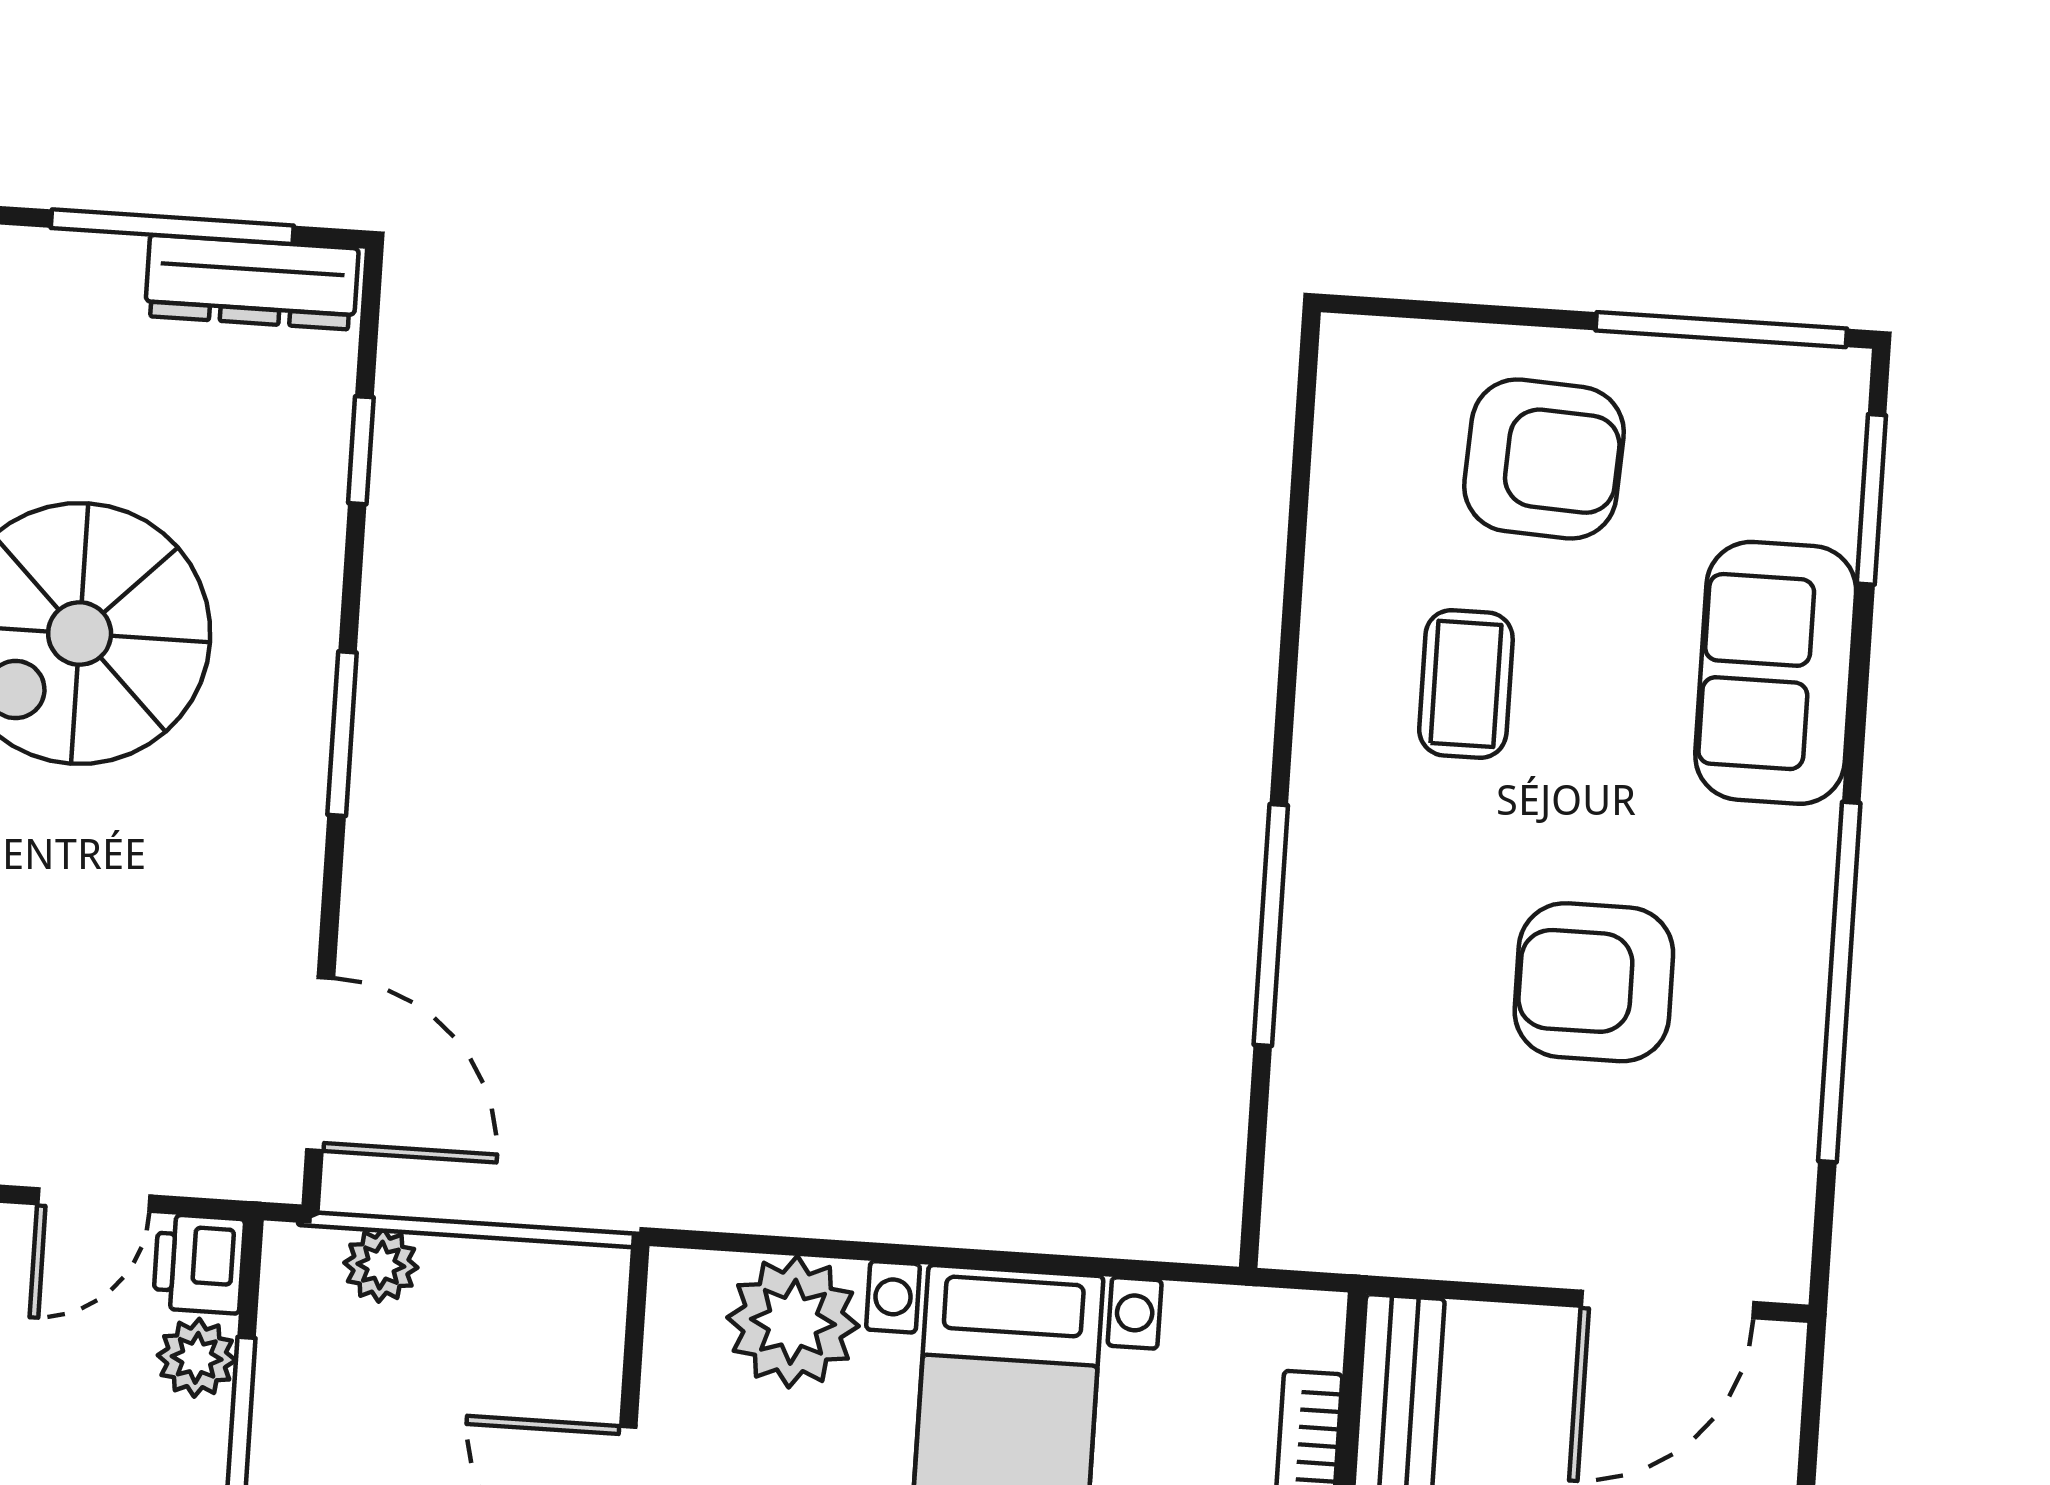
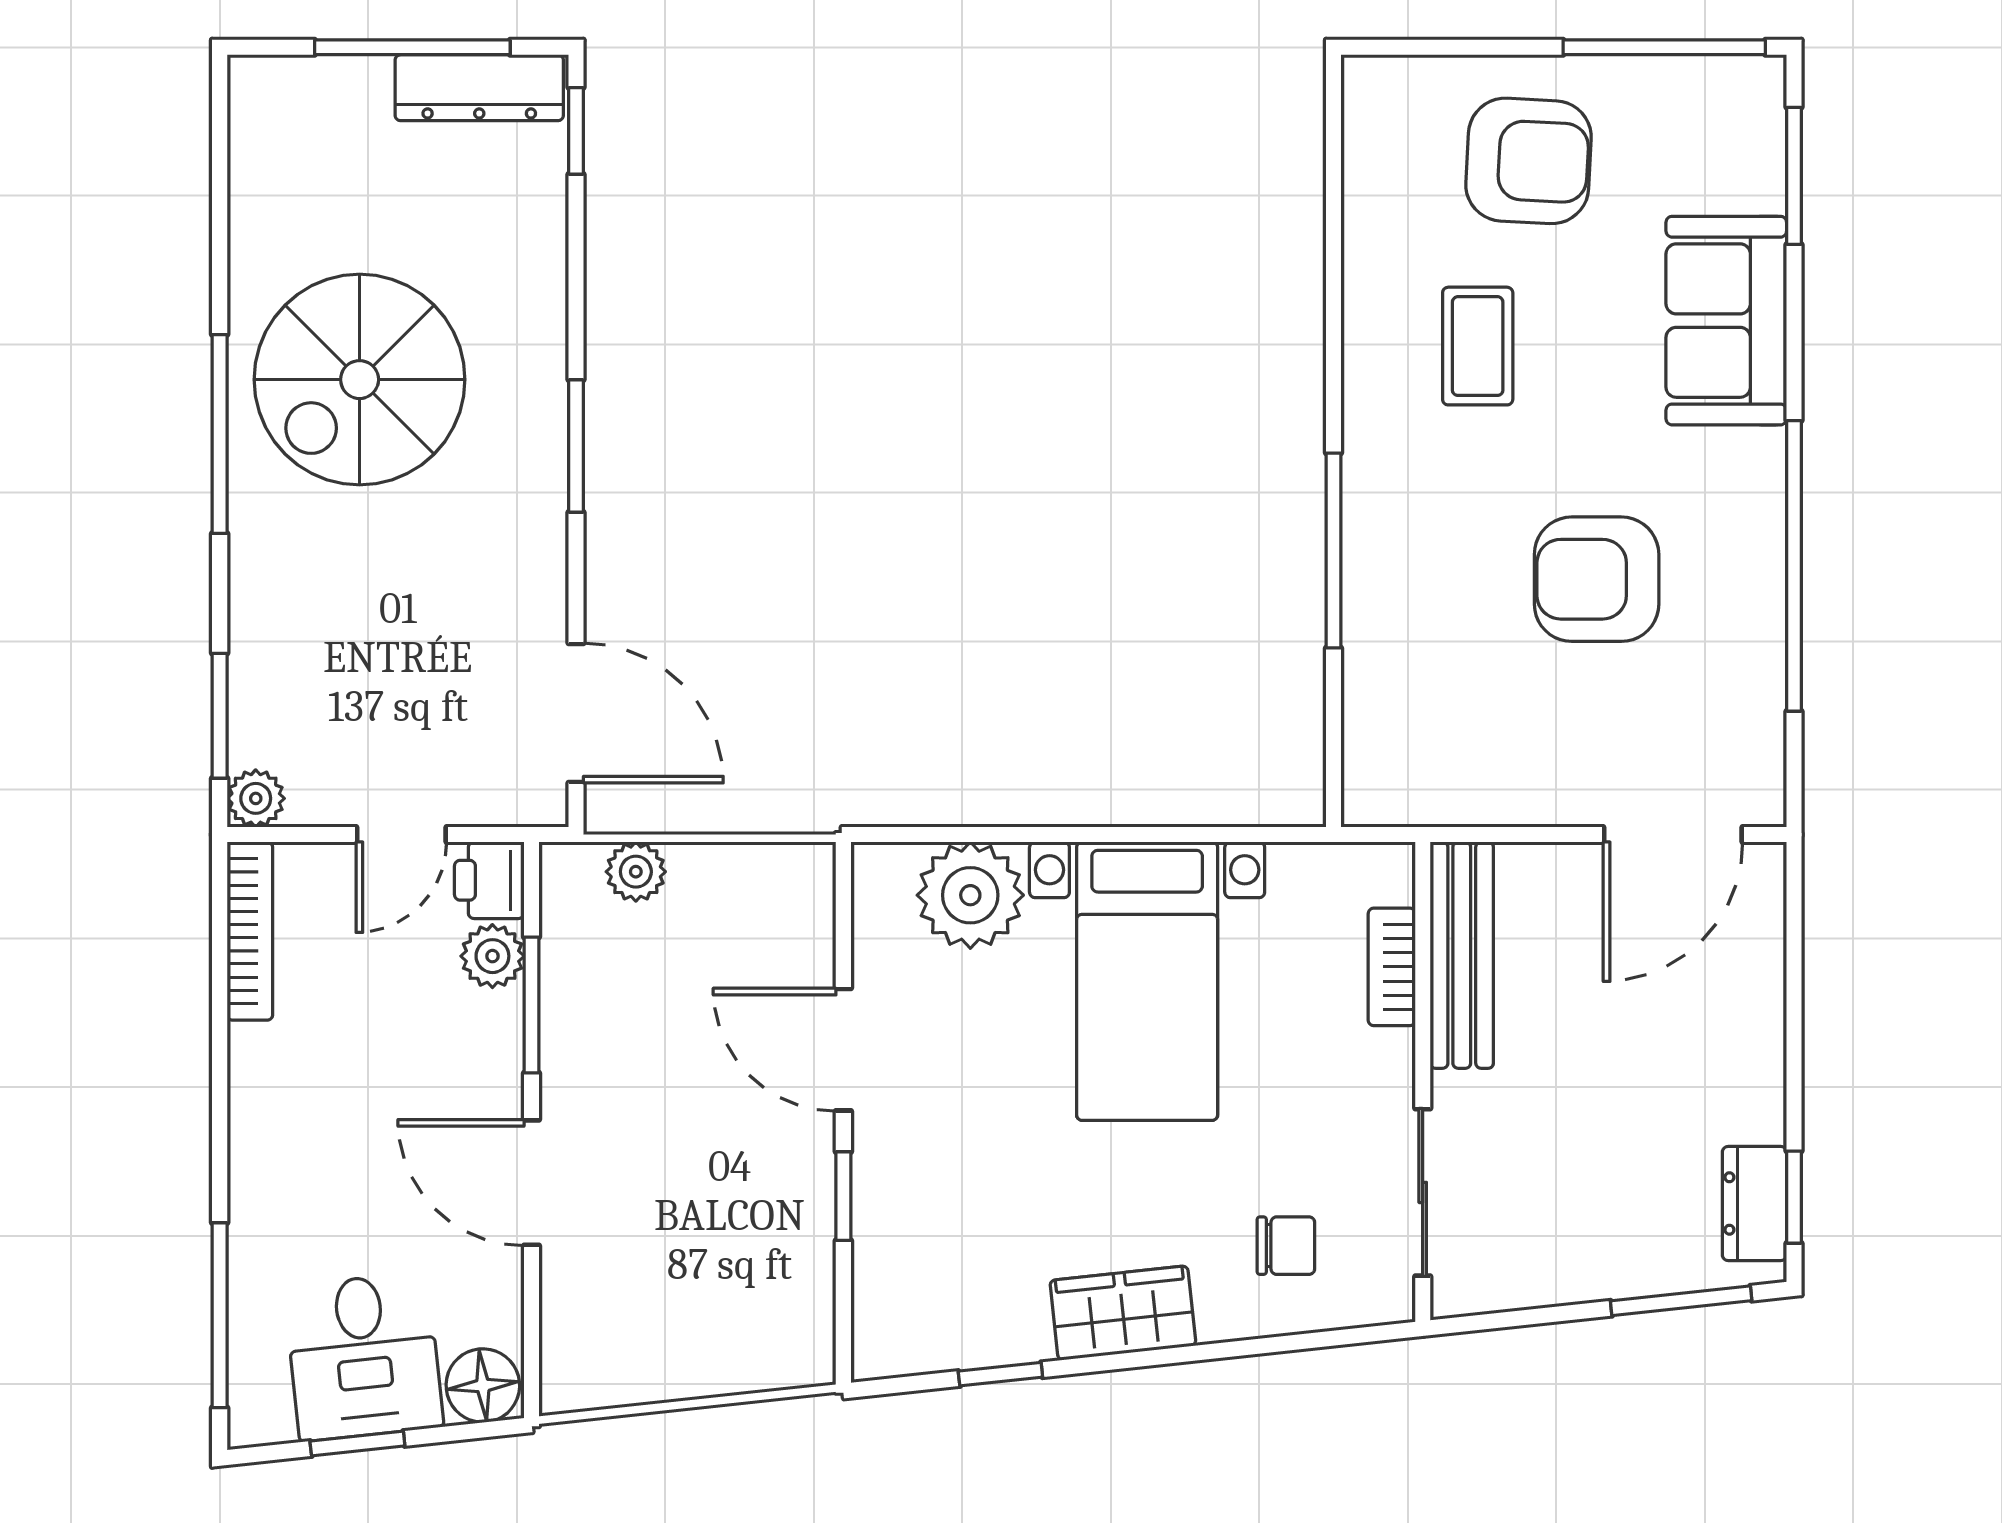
window: (361, 450) -> (576, 131), moved

